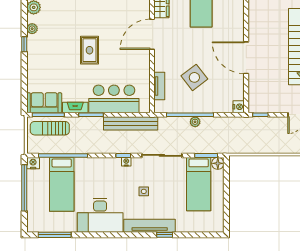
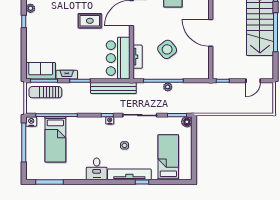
rug: (90, 50) -> (90, 21), moved, turned 90
bar counter: (114, 99) -> (118, 58), moved, turned -90
nightstand: (239, 107) -> (204, 74), removed
bed: (199, 184) -> (168, 157), moved, turned 180
desk: (100, 215) -> (97, 169), width x0.53, depth x0.77

